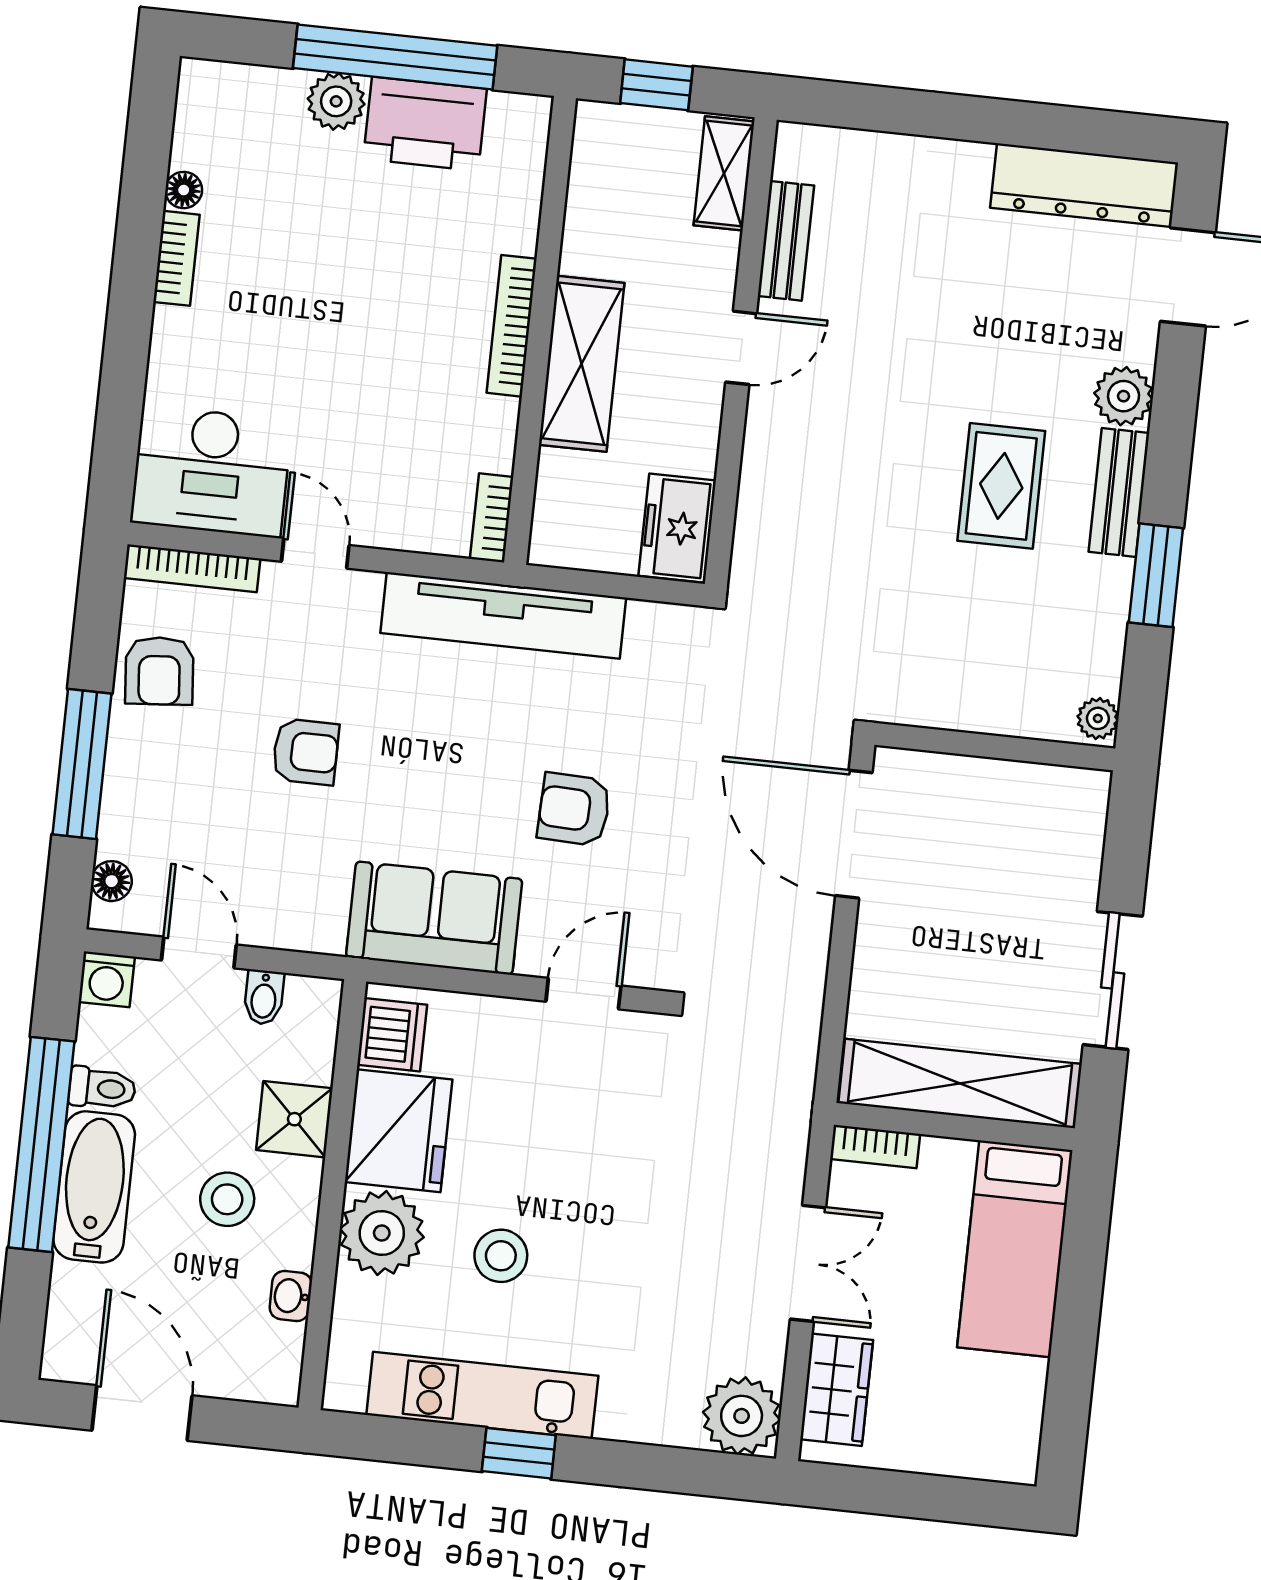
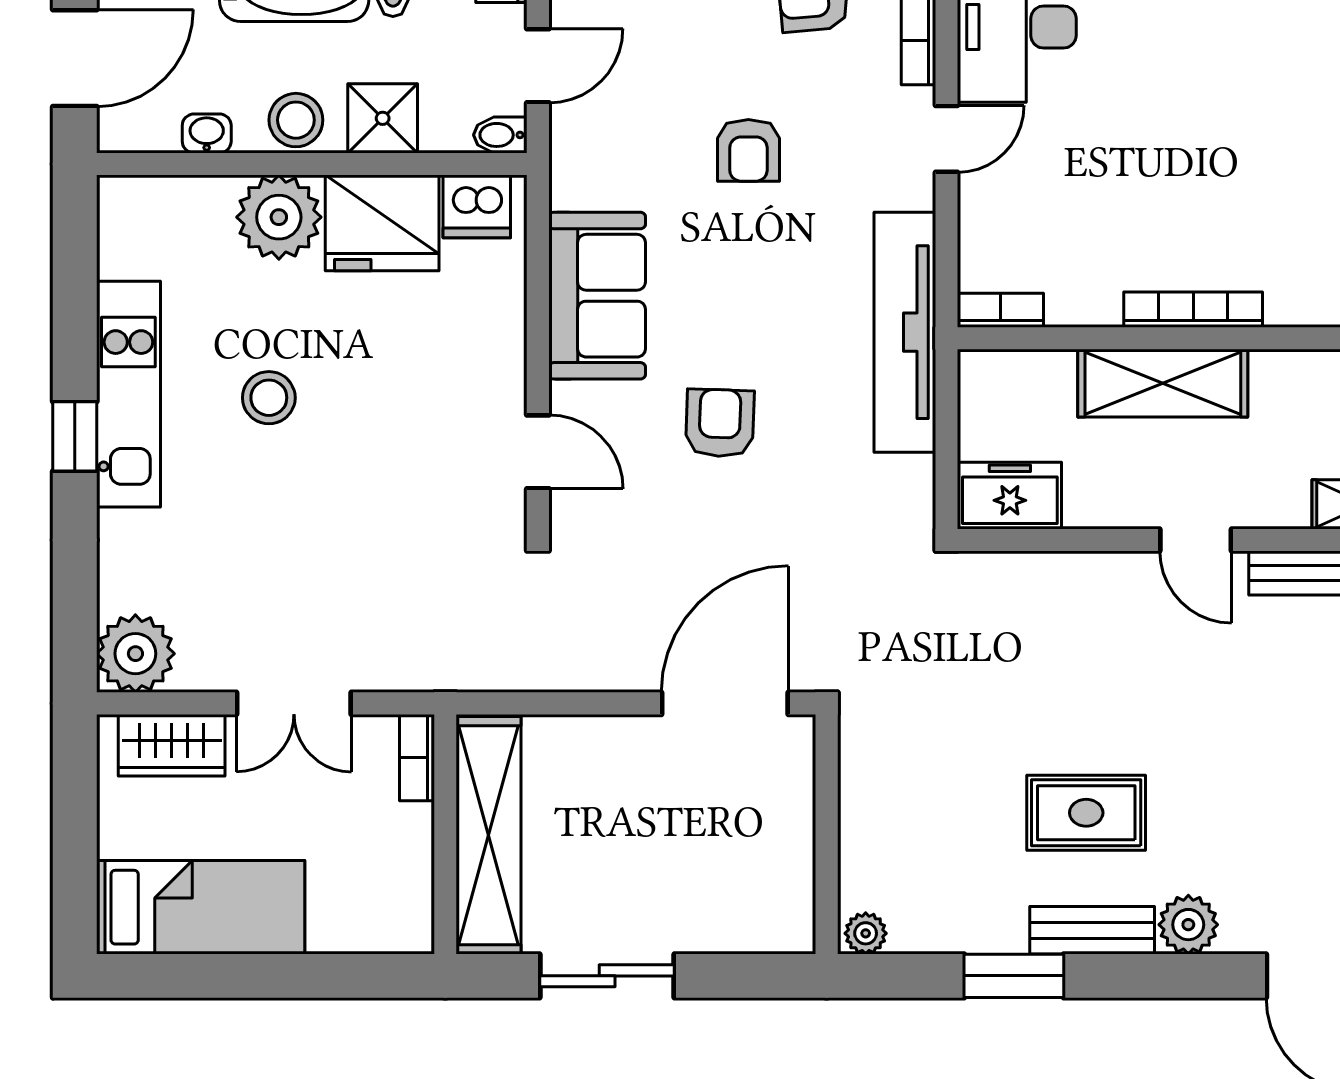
dishwasher: (392, 1035) -> (477, 206), moved
shower: (294, 1119) -> (383, 118), moved
fridge: (398, 1131) -> (382, 223), moved
wall: (332, 1195) -> (312, 164), moved
plant: (382, 1233) -> (279, 217), moved
bed: (1015, 1249) -> (201, 907), moved, turned 180
washbasin: (291, 1296) -> (207, 133), moved

